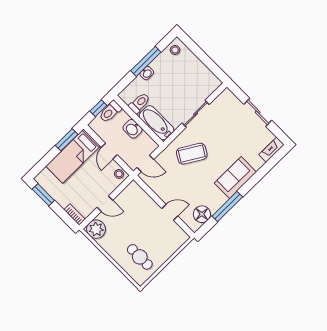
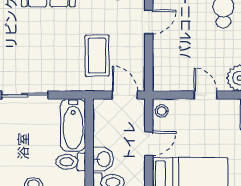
washbasin: (133, 129) -> (103, 159), moved
coffee table: (192, 154) -> (97, 56), moved, turned 59
door: (170, 212) -> (149, 22), swing flipped

